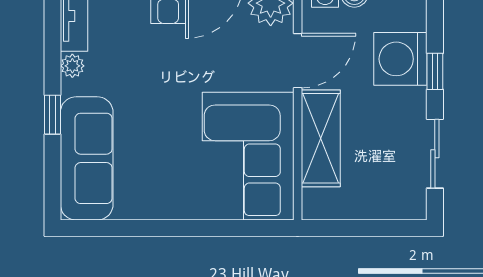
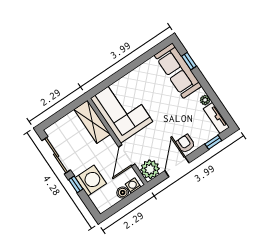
window: (53, 115) -> (189, 61), moved
shelving: (321, 138) -> (92, 122), moved
sliding door: (435, 154) -> (56, 155), width x1.37

